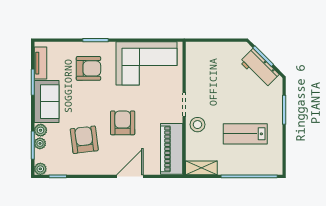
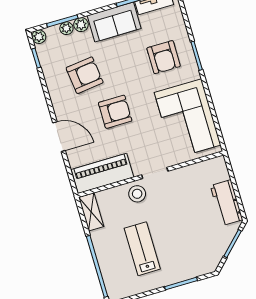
workbench: (259, 68) -> (226, 203), moved, turned -45

